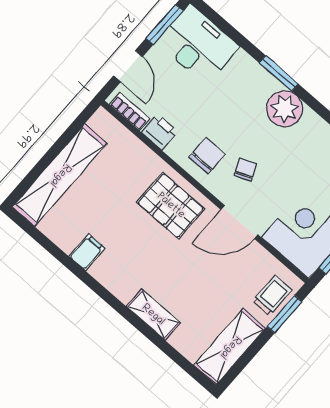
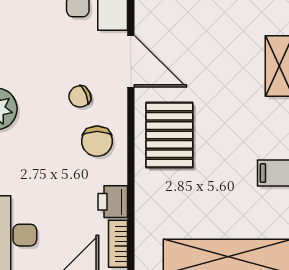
chair: (207, 156) -> (97, 141), turned -90

